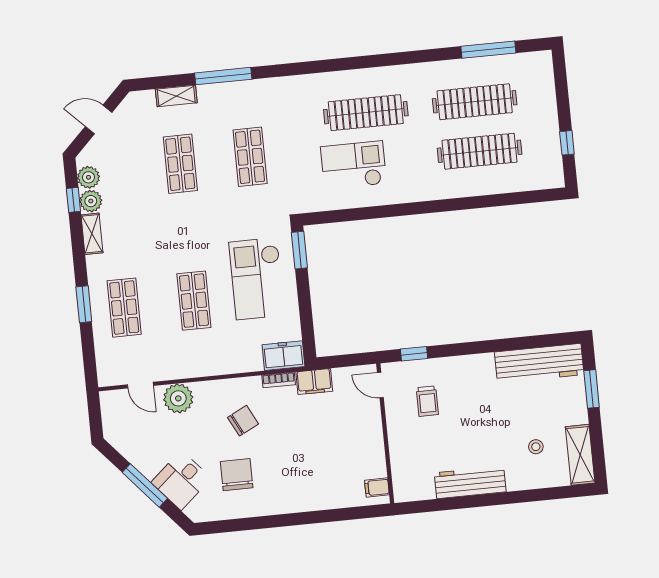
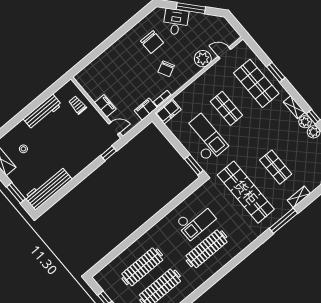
shop shelf: (250, 157) -> (246, 192), width x2.00, depth x1.36
shop shelf: (124, 308) -> (256, 83), width x1.43, depth x1.36
trolley: (427, 401) -> (78, 105), moved
filing cabinet: (377, 487) -> (105, 106), moved, width x2.00

